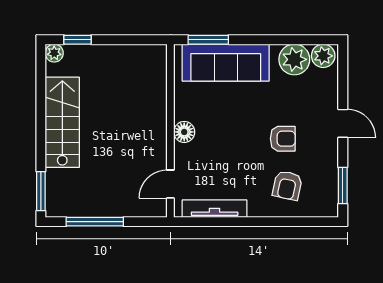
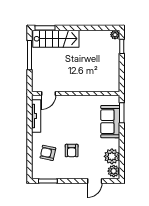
sofa: (226, 63) -> (110, 122), width x0.73
stairs: (62, 122) -> (56, 39), moved
door: (343, 123) -> (95, 181), moved
floor lamp: (184, 132) -> (75, 101), removed
door: (170, 184) -> (49, 94), swing flipped

